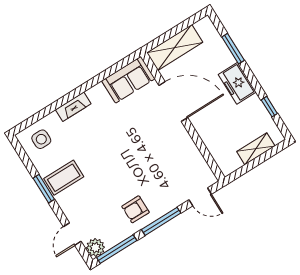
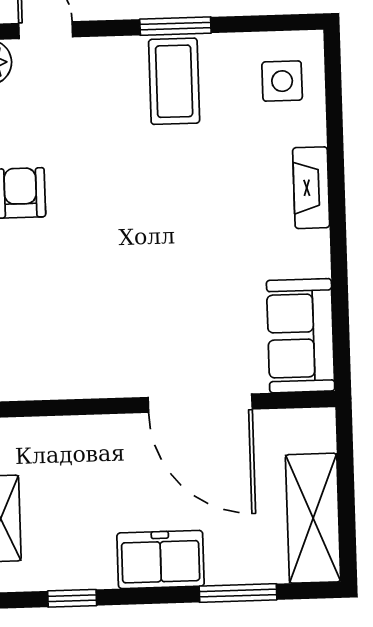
shelving: (175, 47) -> (313, 518), moved
door: (173, 102) -> (200, 403), hinge flipped

